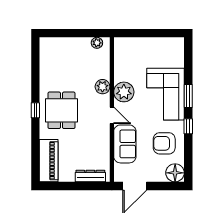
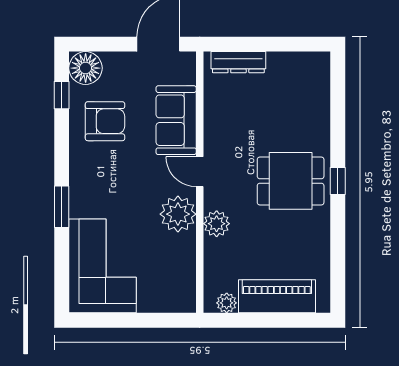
corner sofa: (166, 94) -> (103, 266), moved
dining table: (61, 110) -> (291, 181), turned 90
window: (188, 126) -> (62, 95), moved
piano: (49, 161) -> (277, 296), moved, turned 90

